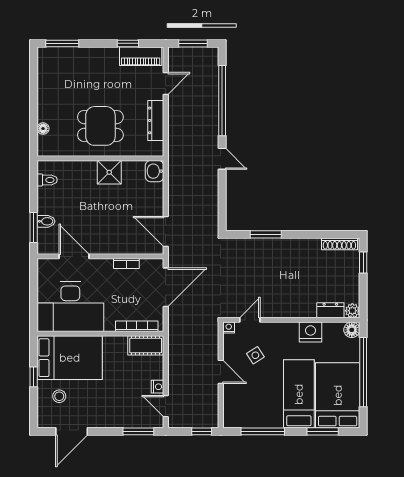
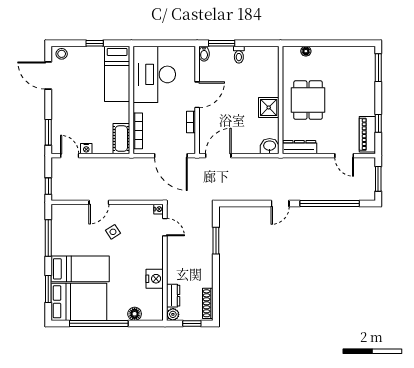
dresser: (156, 120) -> (299, 147), moved
toilet: (47, 180) -> (239, 55), moved
bidet: (46, 221) -> (204, 54), moved
door: (74, 256) -> (197, 95), moved
dresser: (330, 310) -> (173, 296), moved
plant: (352, 311) -> (173, 314), moved
door: (250, 320) -> (165, 227), moved
wall: (291, 320) -> (165, 262), moved
nightstand: (229, 328) -> (159, 209), moved
nightstand: (310, 332) -> (155, 279), moved
bed: (70, 358) -> (117, 74), width x0.67
stool: (59, 396) -> (62, 54), moved
door: (166, 406) -> (70, 156), hinge flipped

